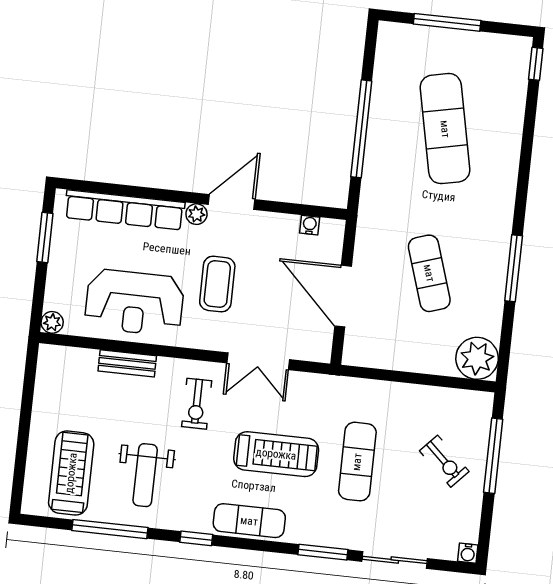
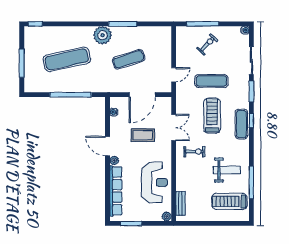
coffee table: (217, 284) -> (143, 135), moved
plant: (477, 358) -> (103, 35), moved
bench: (127, 363) -> (181, 203), moved
door: (382, 375) -> (174, 75), added
window: (196, 538) -> (251, 121), moved

